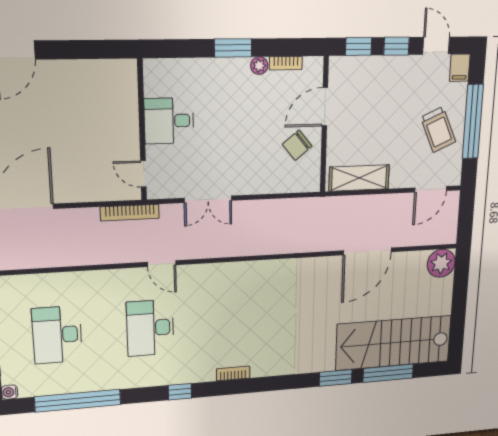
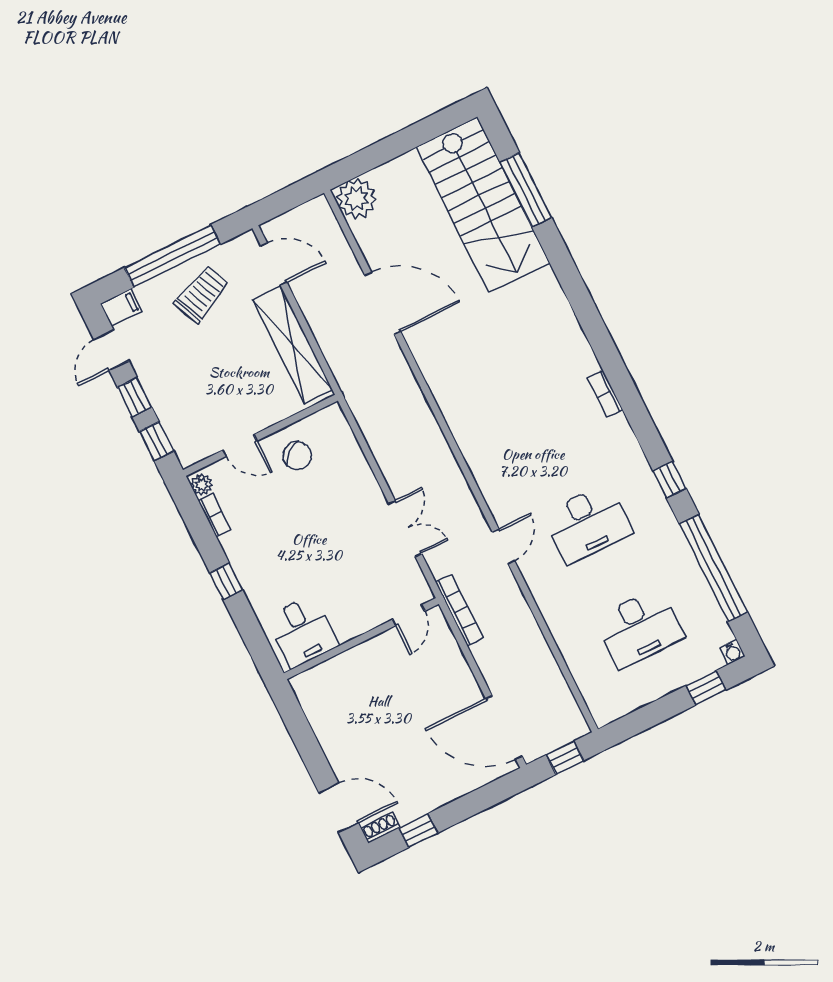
window: (233, 48) -> (226, 582), width x0.67
plant: (259, 66) -> (202, 484), moved
door: (325, 107) -> (240, 445), width x0.73
desk: (169, 121) -> (303, 631), moved
shelving: (359, 178) -> (292, 345), width x1.47
window: (336, 378) -> (559, 258), removed
window: (180, 392) -> (670, 480), moved

